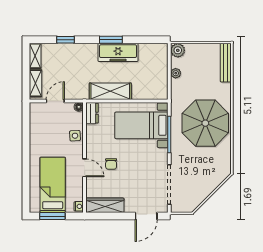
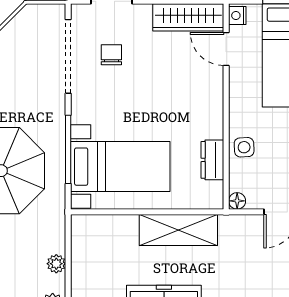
dresser: (92, 113) -> (212, 160), moved
chair: (111, 164) -> (111, 55), moved
door: (85, 168) -> (226, 49), moved

